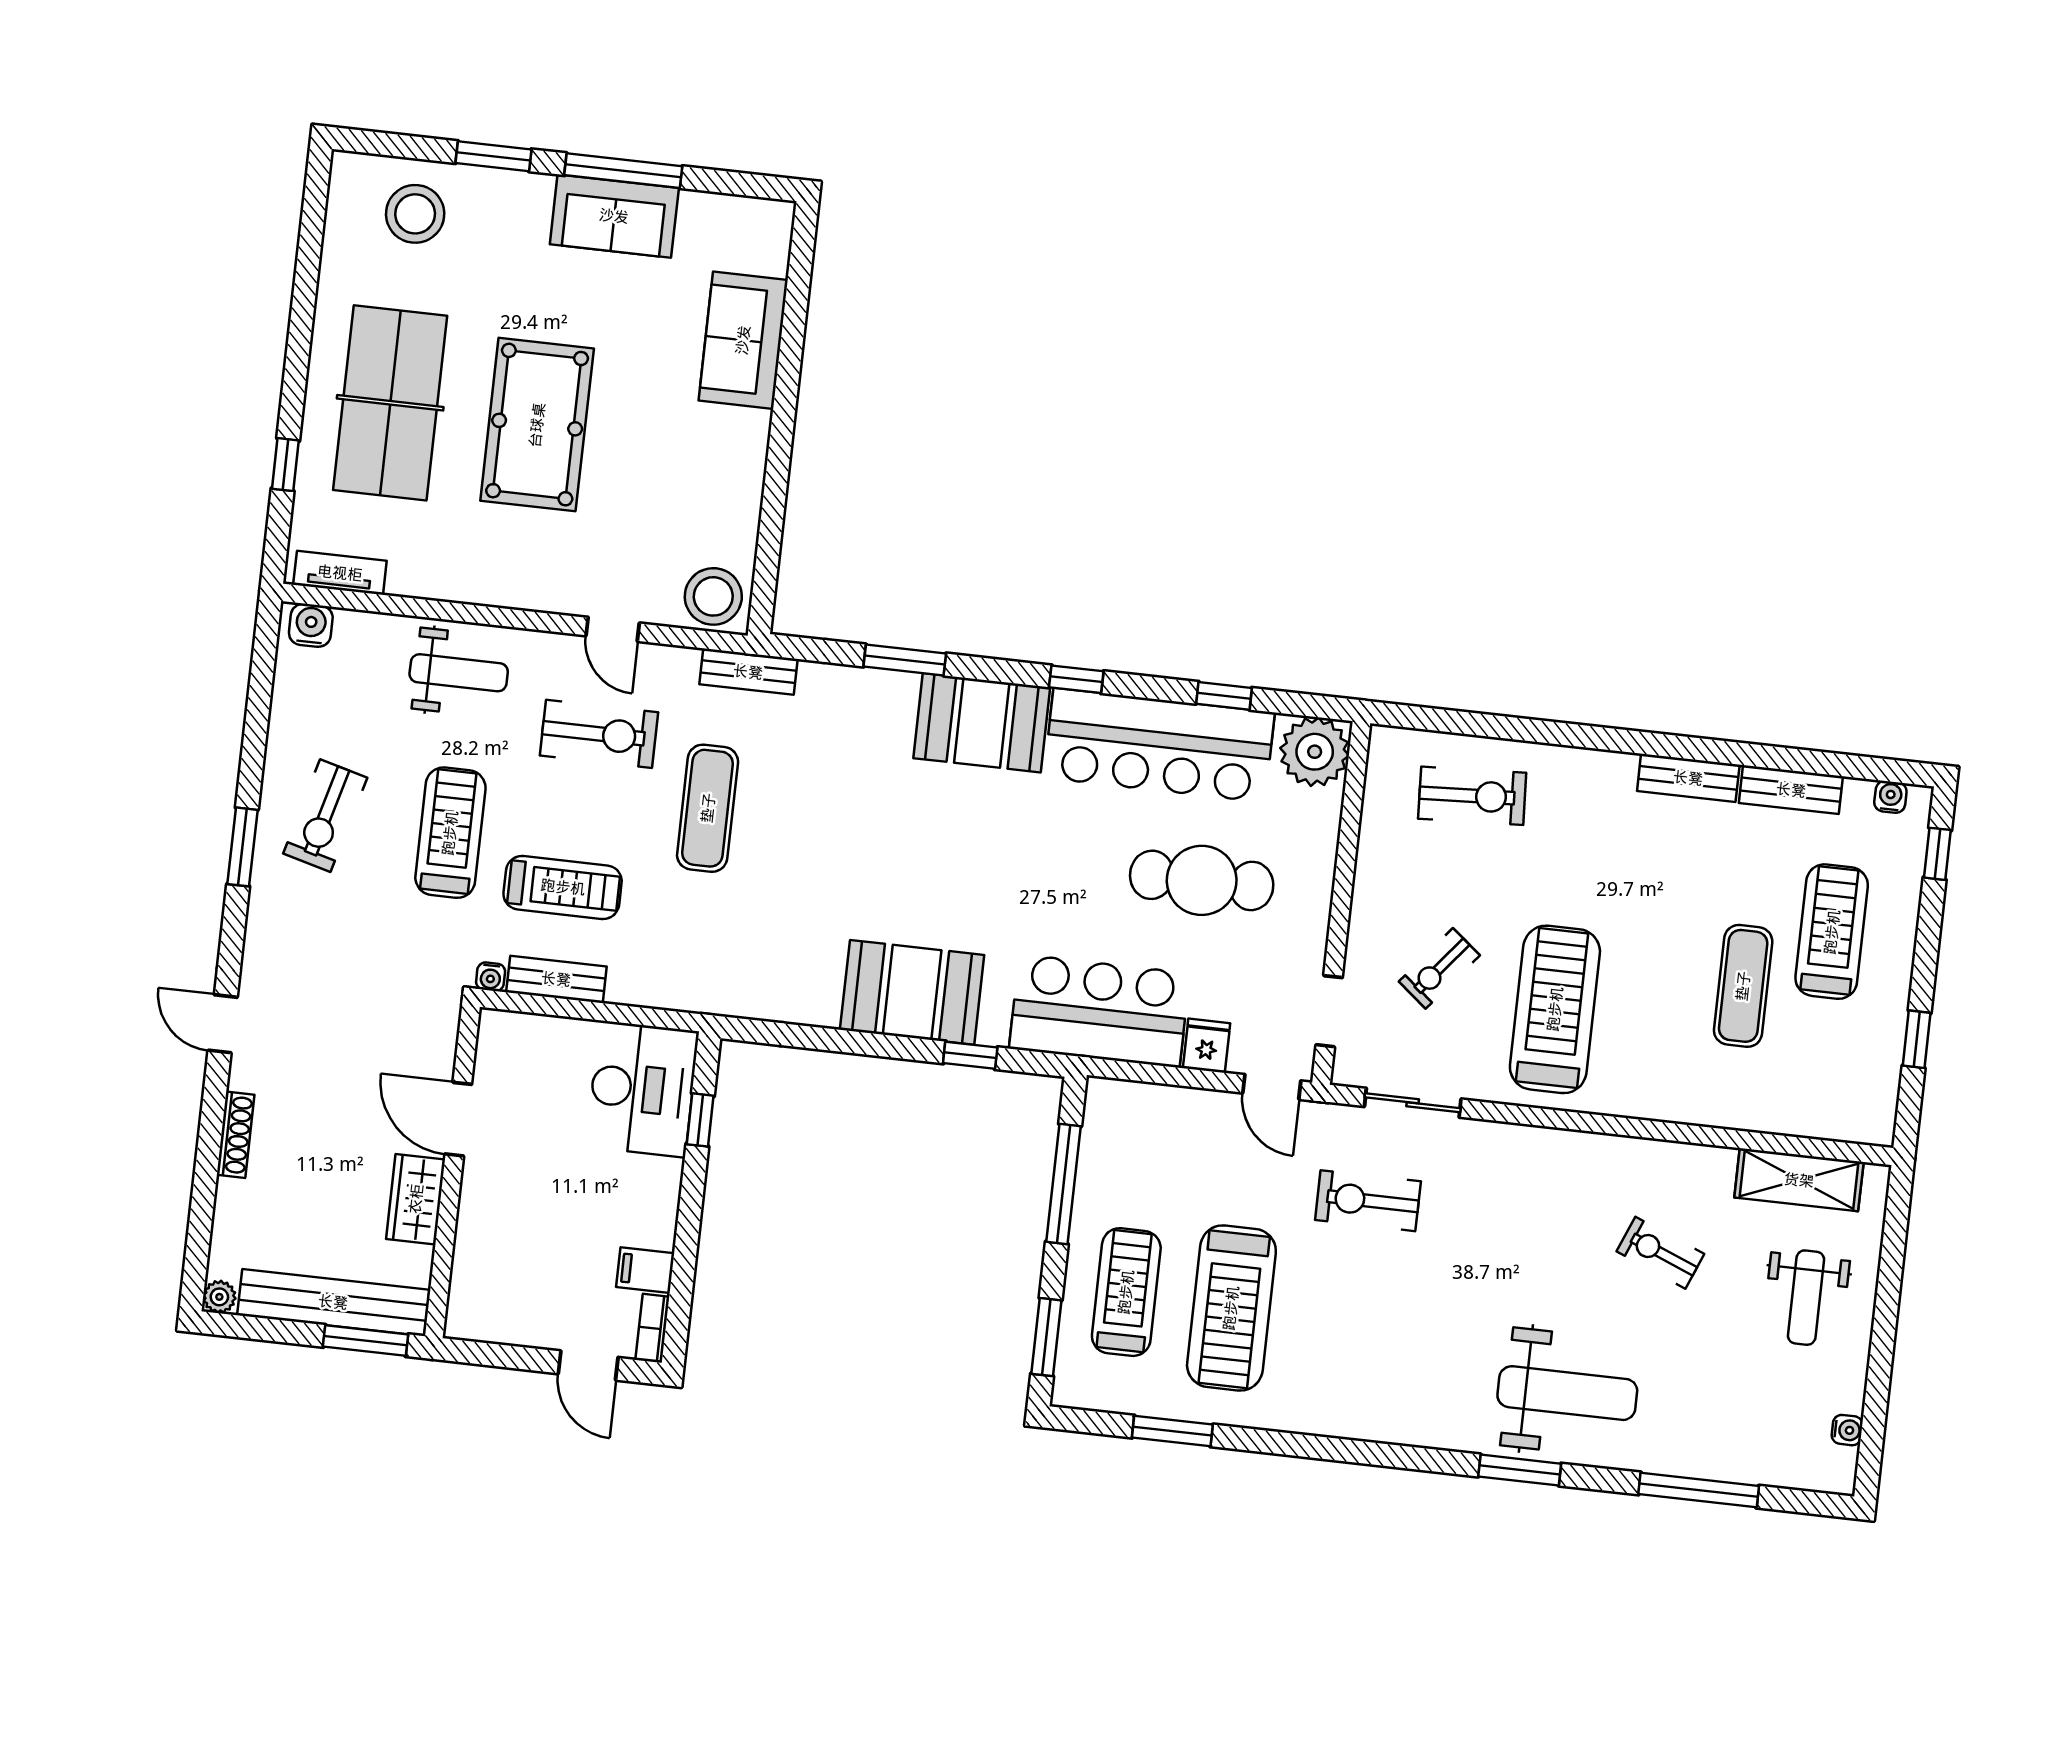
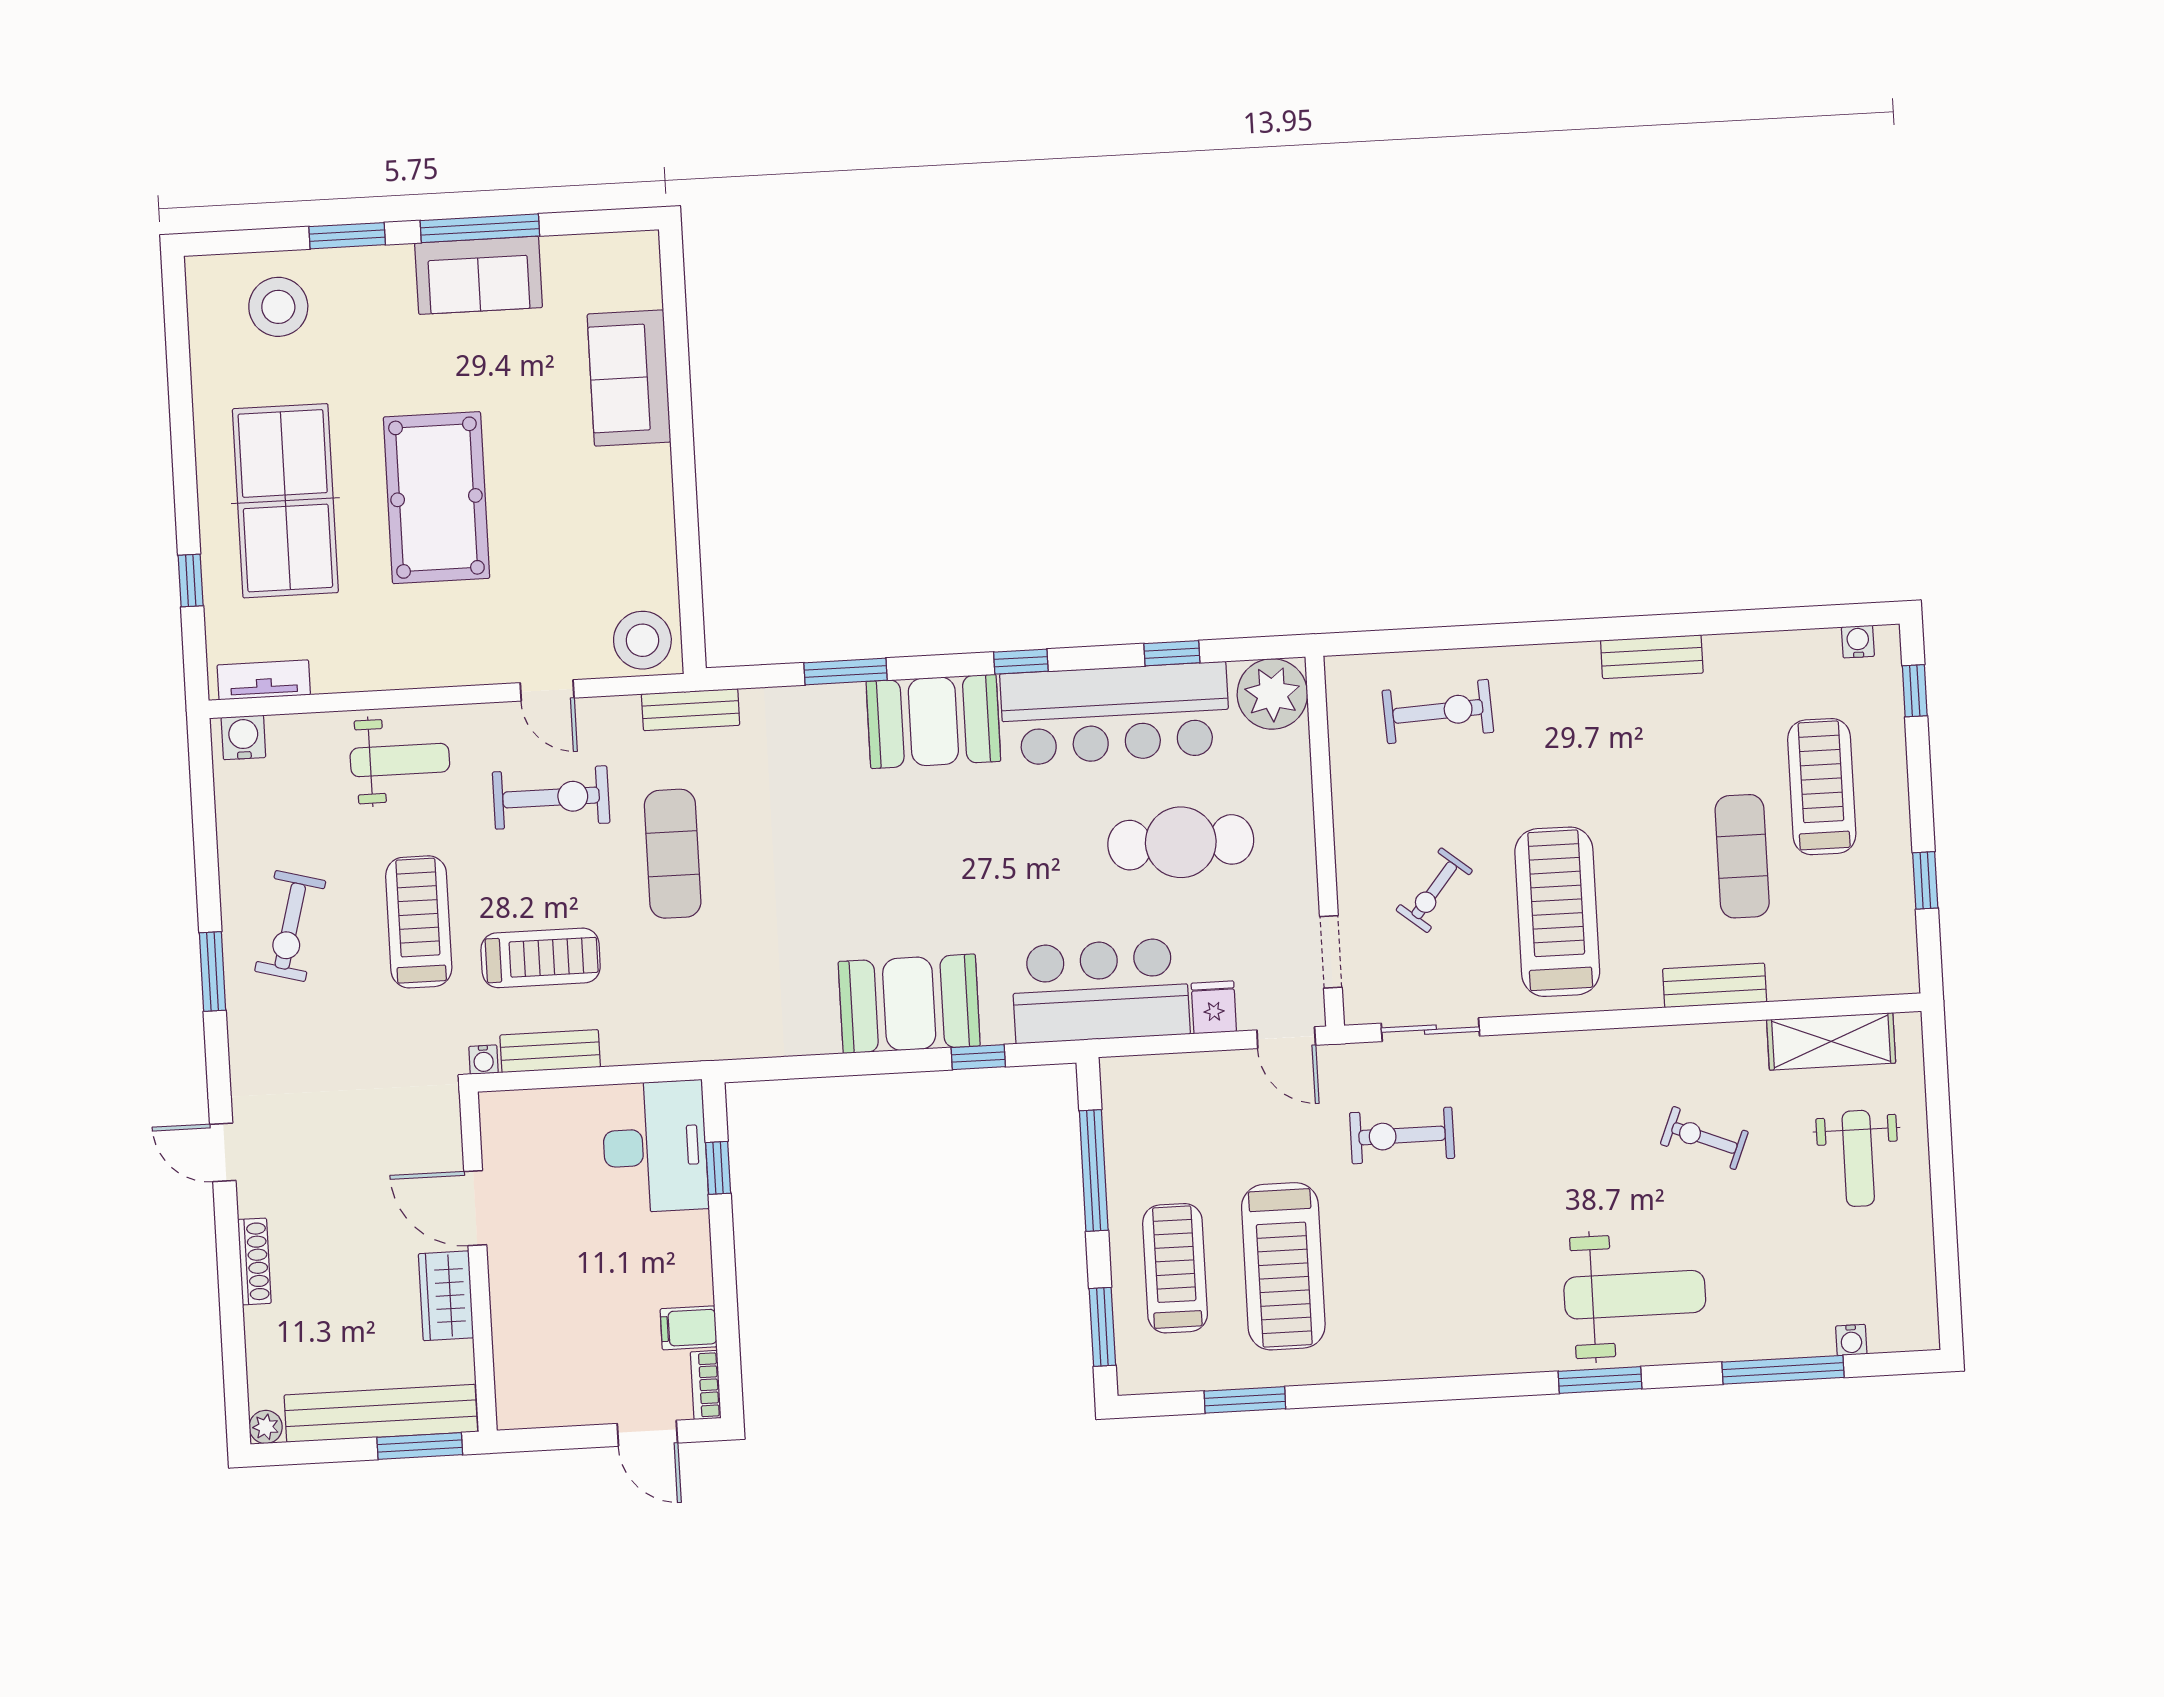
bench: (1791, 790) -> (1715, 985), moved
water cooler: (1847, 1430) -> (1851, 1340), moved, turned 90

